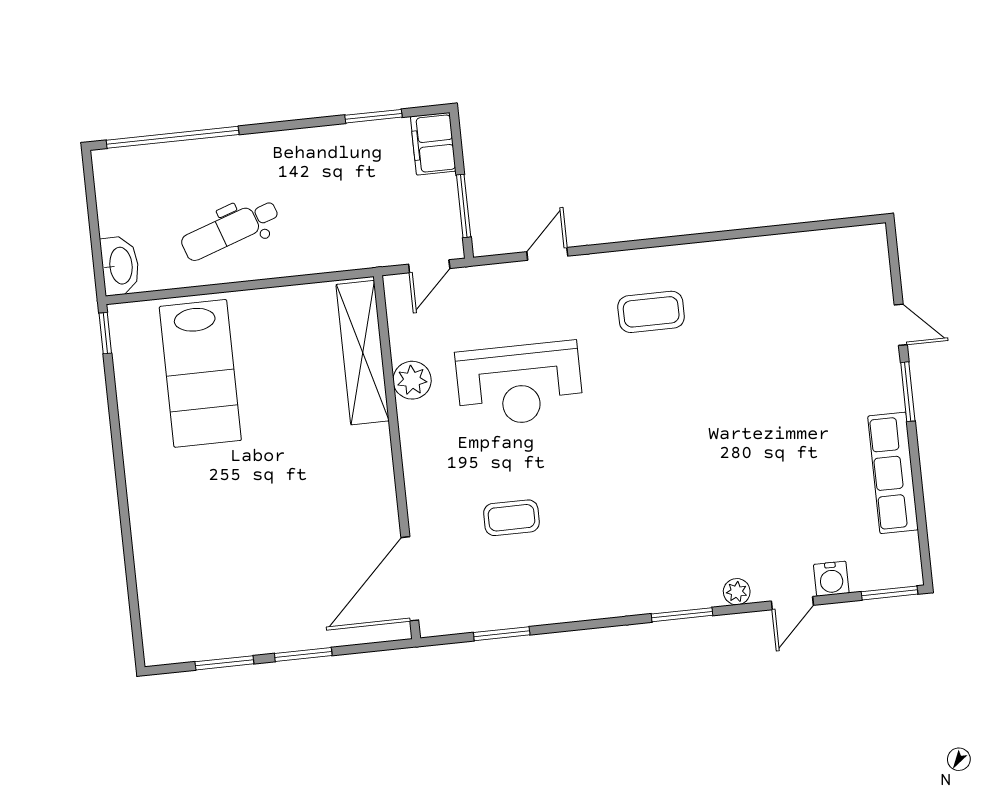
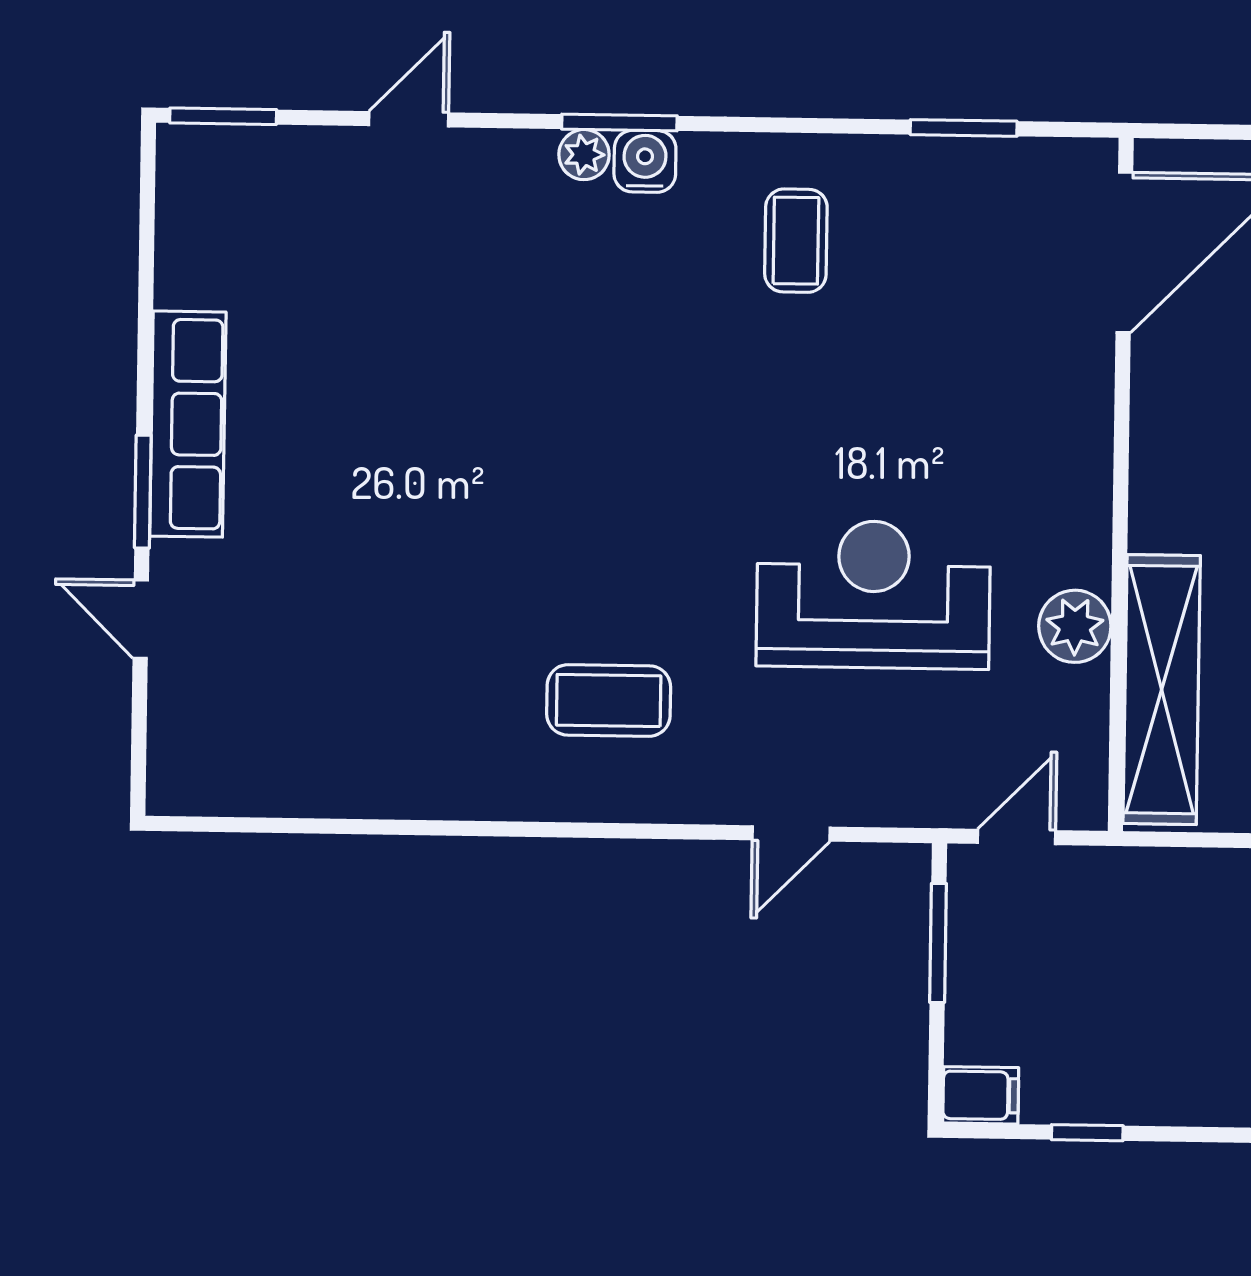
window: (374, 116) -> (1087, 1133), width x0.67
filing cabinet: (433, 144) -> (981, 1095), width x0.50
row of seats: (893, 473) -> (188, 424), moved
coffee table: (511, 518) -> (796, 241), moved, turned 90
water cooler: (831, 579) -> (645, 161), moved
plant: (737, 592) -> (584, 155), moved

